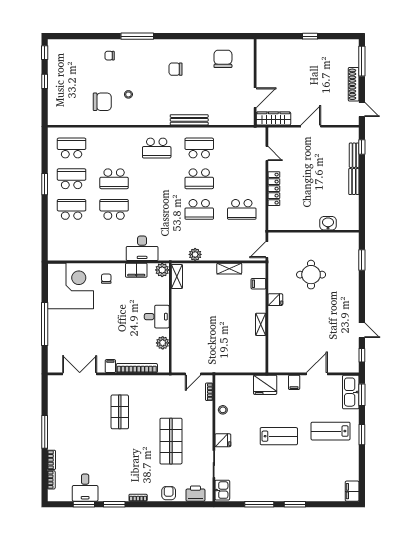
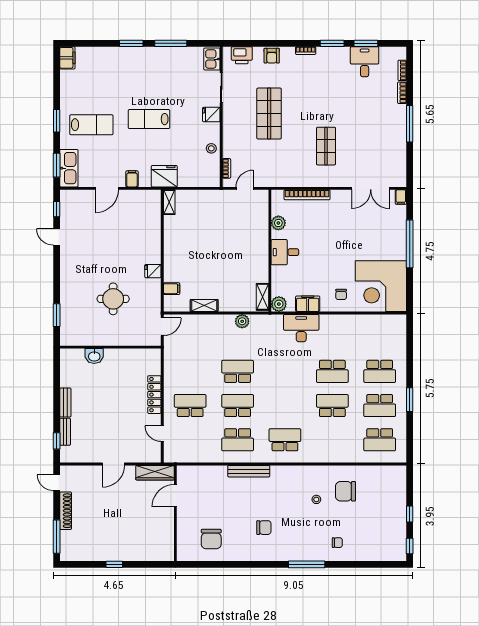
school desk: (242, 209) -> (190, 406), moved
shelving: (261, 324) -> (169, 202), moved
filing cabinet: (110, 366) -> (401, 197), moved

